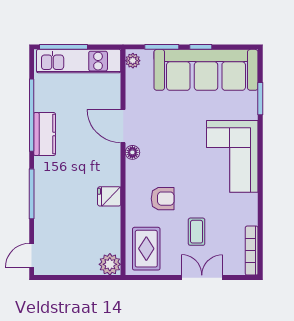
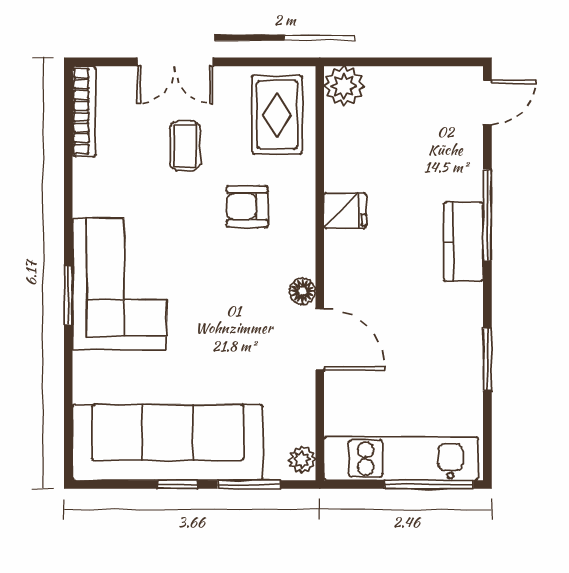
window: (260, 99) -> (68, 295), moved
window: (32, 115) -> (487, 359), width x0.47
kitchen counter: (45, 134) -> (463, 242), moved

